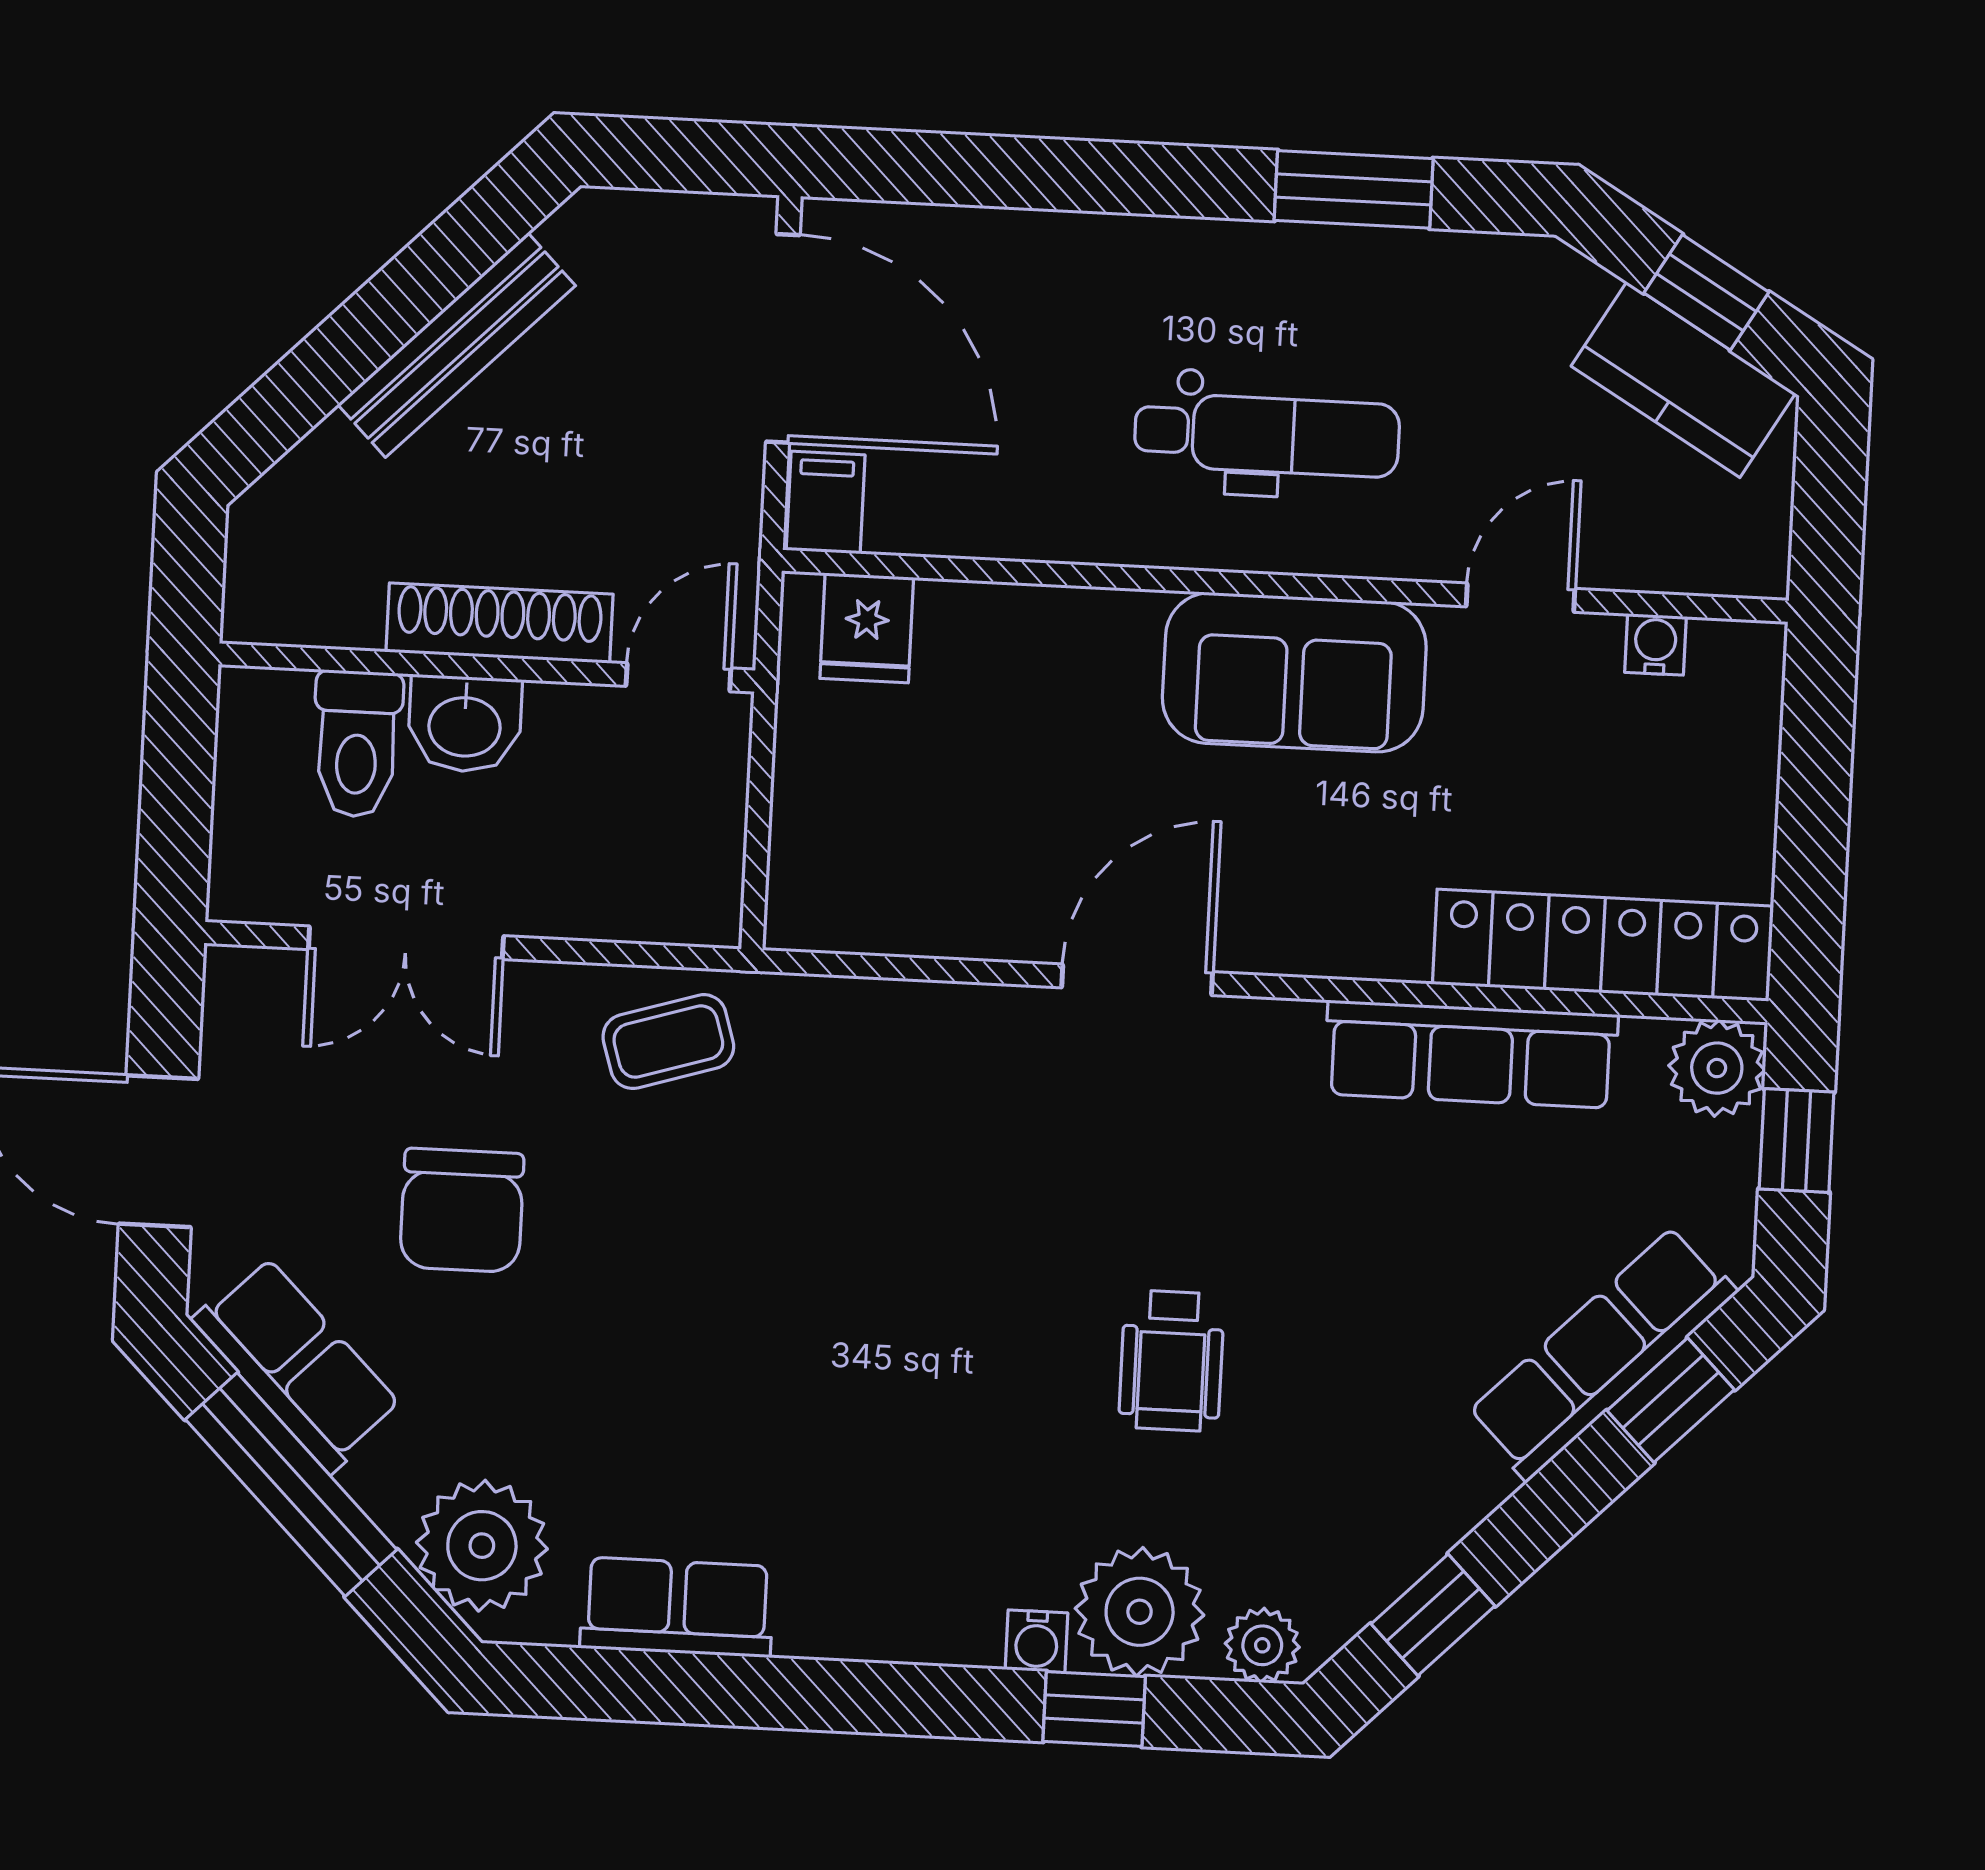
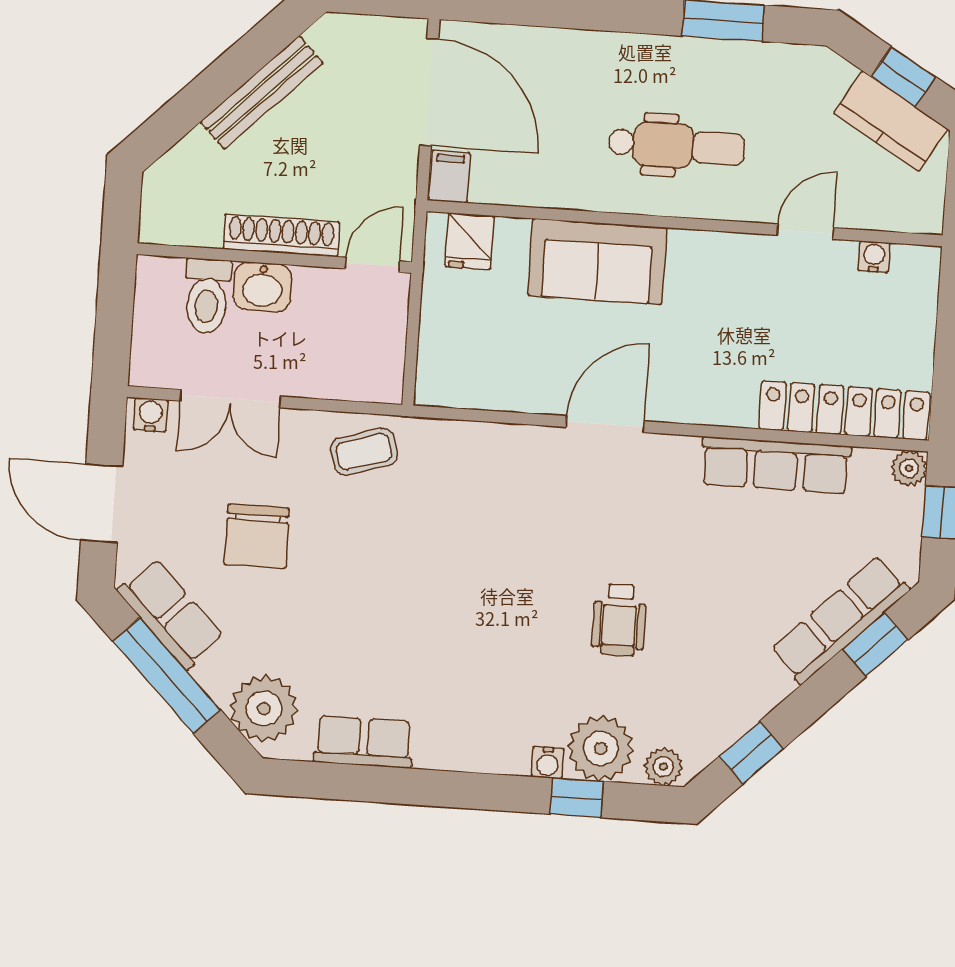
sofa: (1294, 672) -> (597, 262), moved
water cooler: (251, 977) -> (151, 415), added
plant: (1717, 1068) -> (909, 468), width x0.73, depth x0.73

